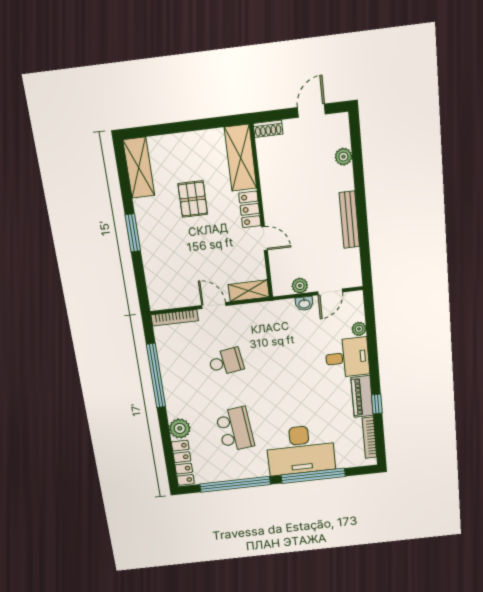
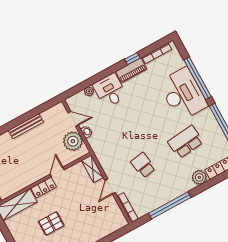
plant: (300, 286) -> (73, 141), width x1.88, depth x1.88

